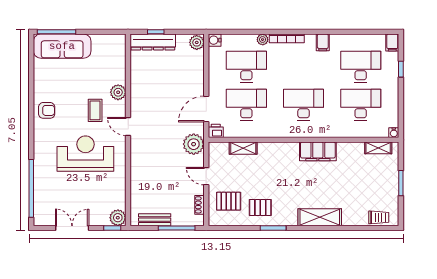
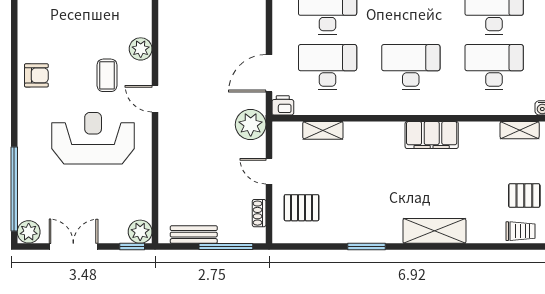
pallet: (260, 208) -> (524, 196), moved
plant: (41, 218) -> (29, 232), added

